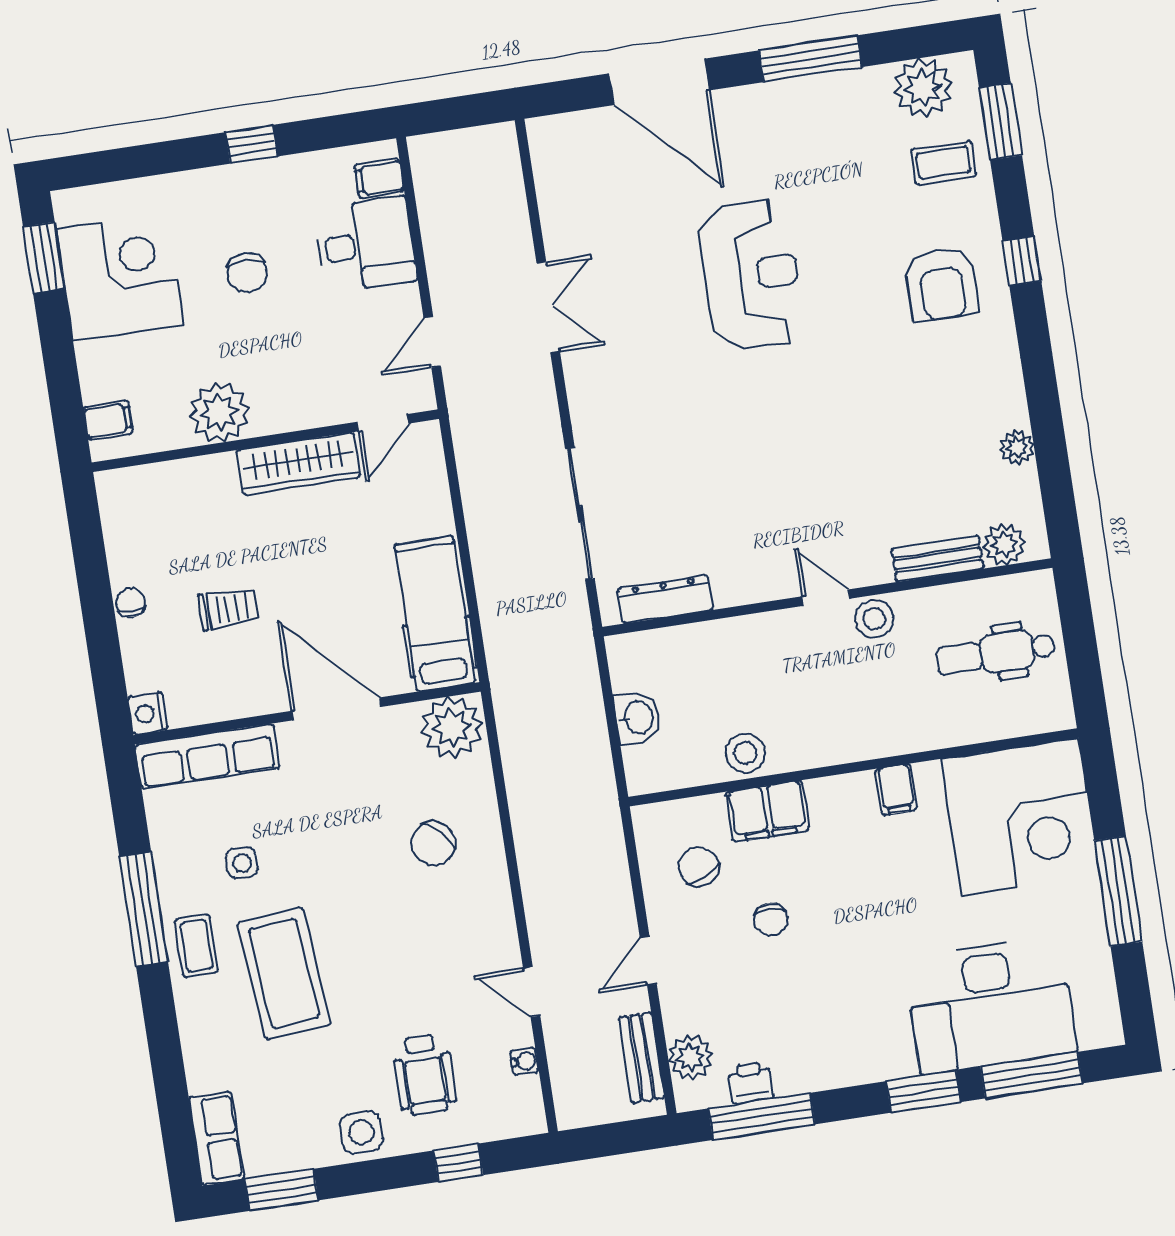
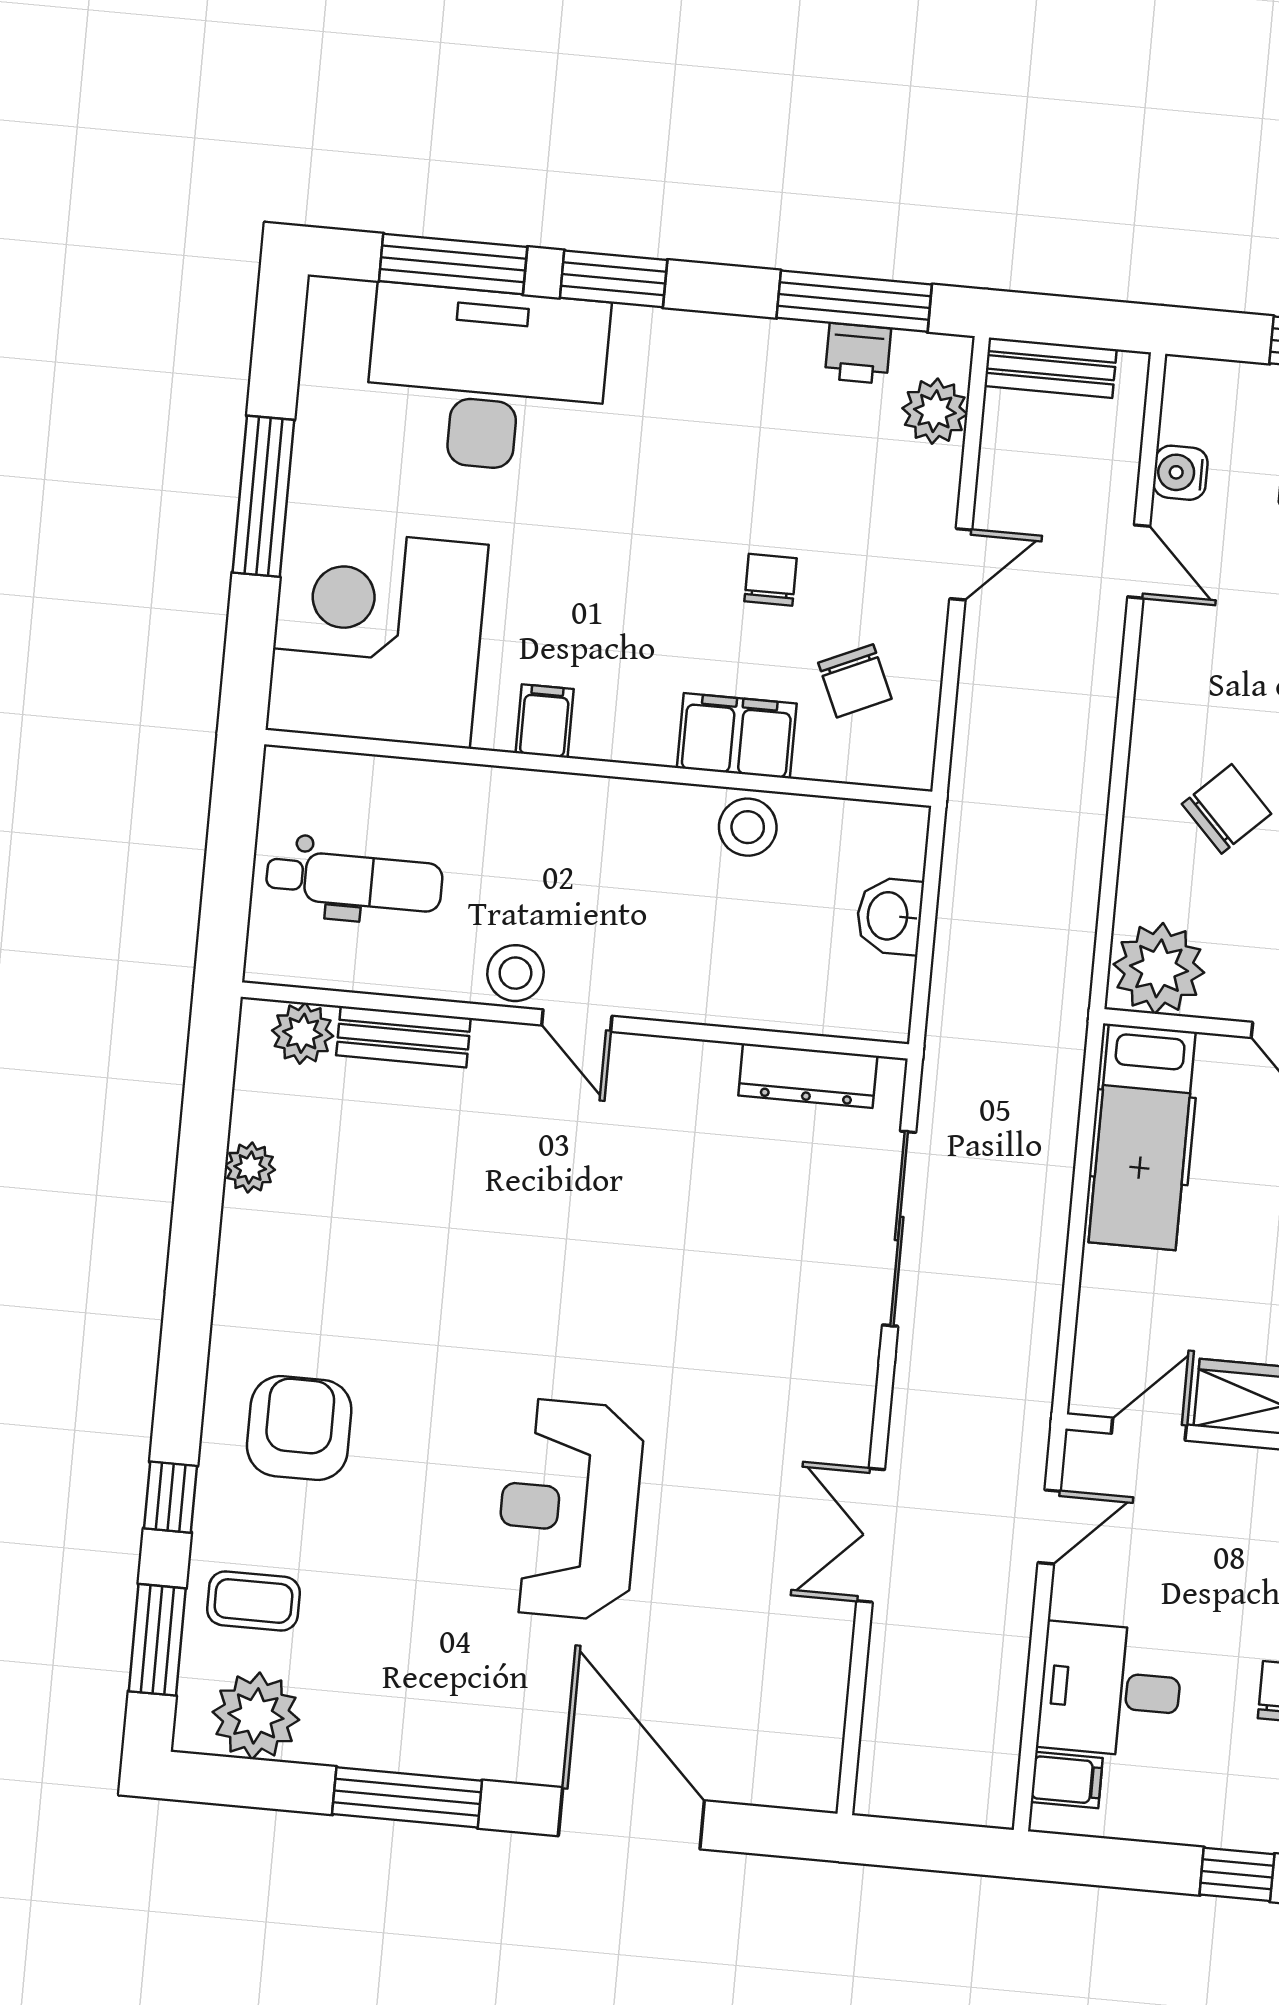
window: (1022, 261) -> (170, 1497), moved
bench: (641, 1058) -> (1051, 368), moved, turned 90
water cooler: (524, 1061) -> (1180, 473), width x1.38, depth x1.38

